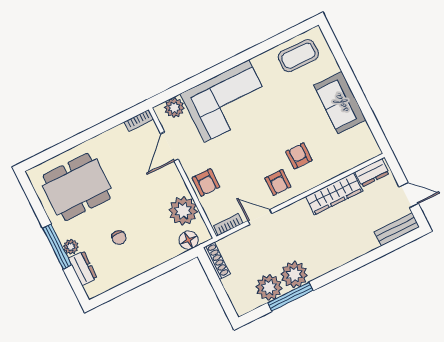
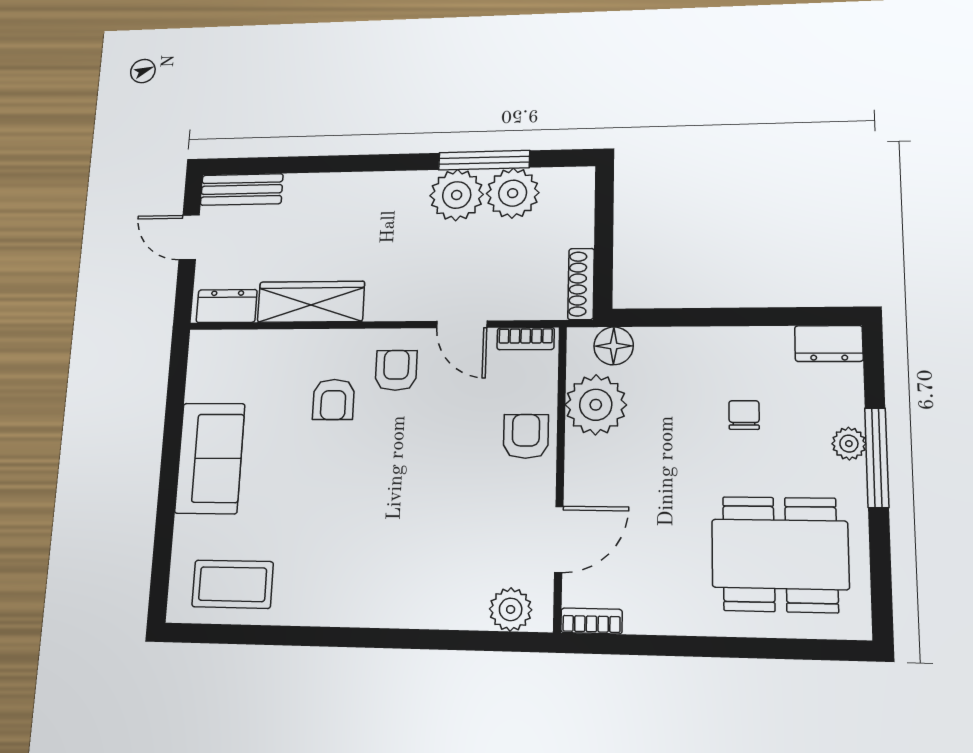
corner sofa: (227, 101) -> (407, 569), removed
dresser: (83, 268) -> (829, 344), moved, turned -90

